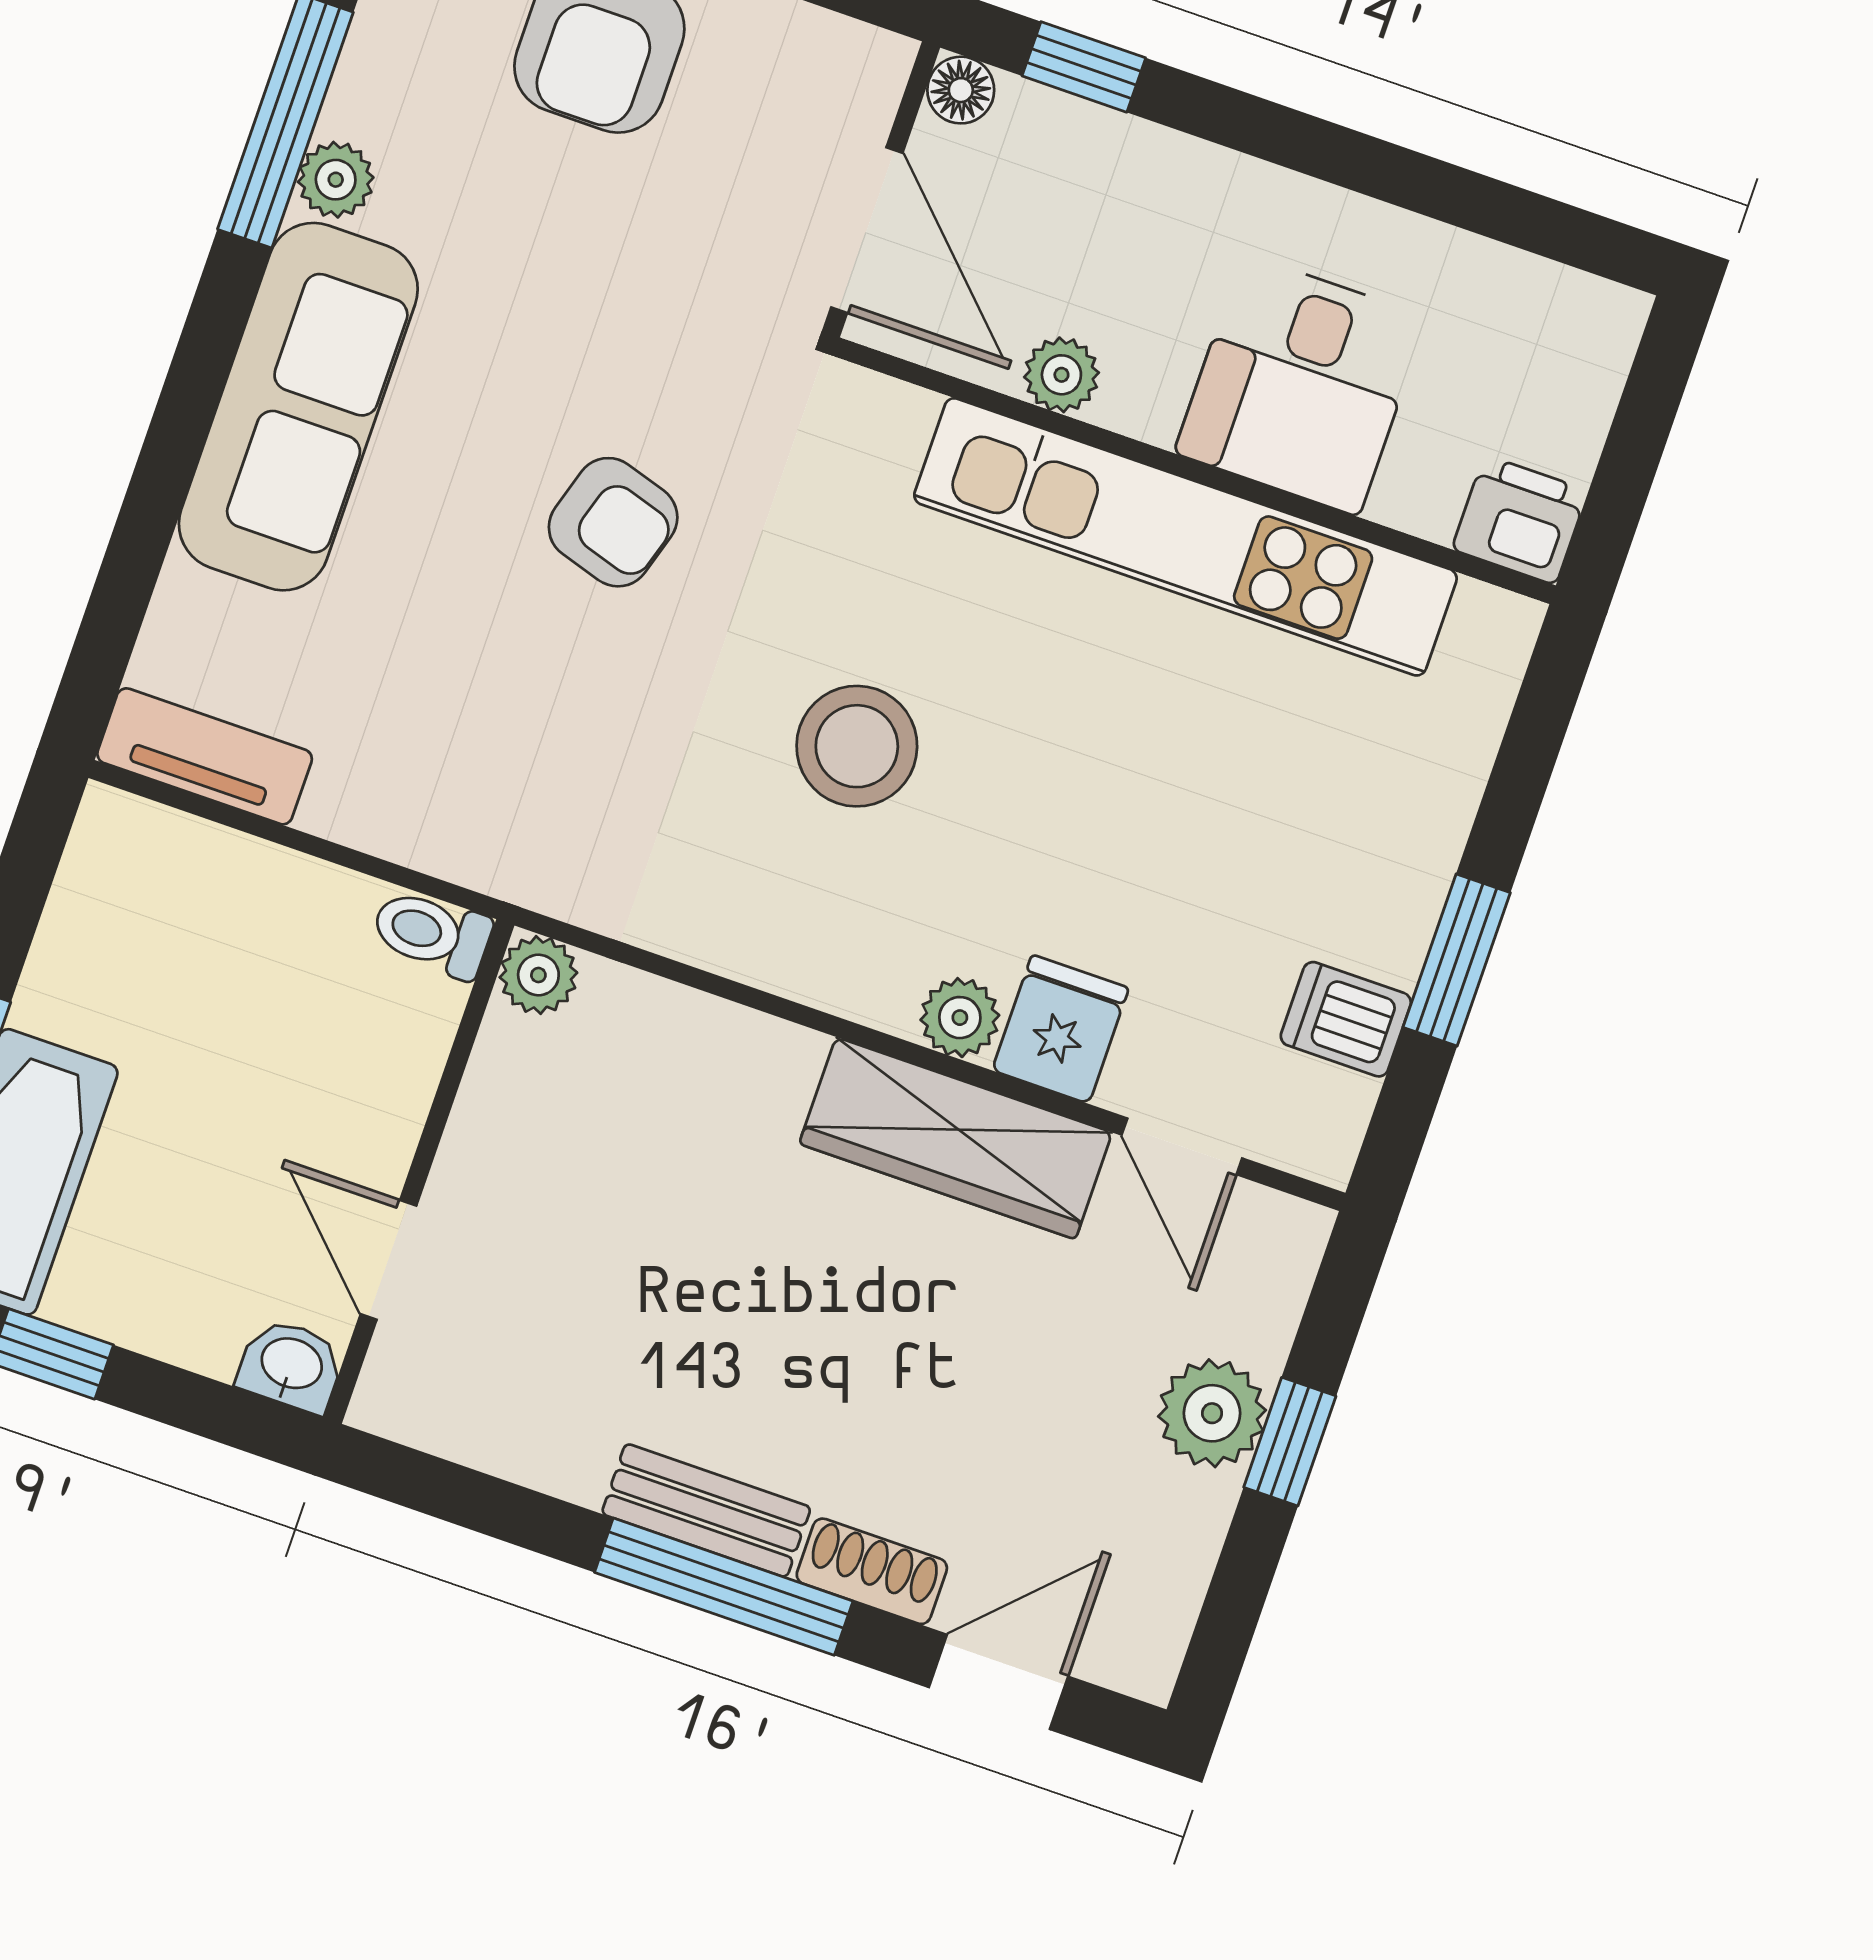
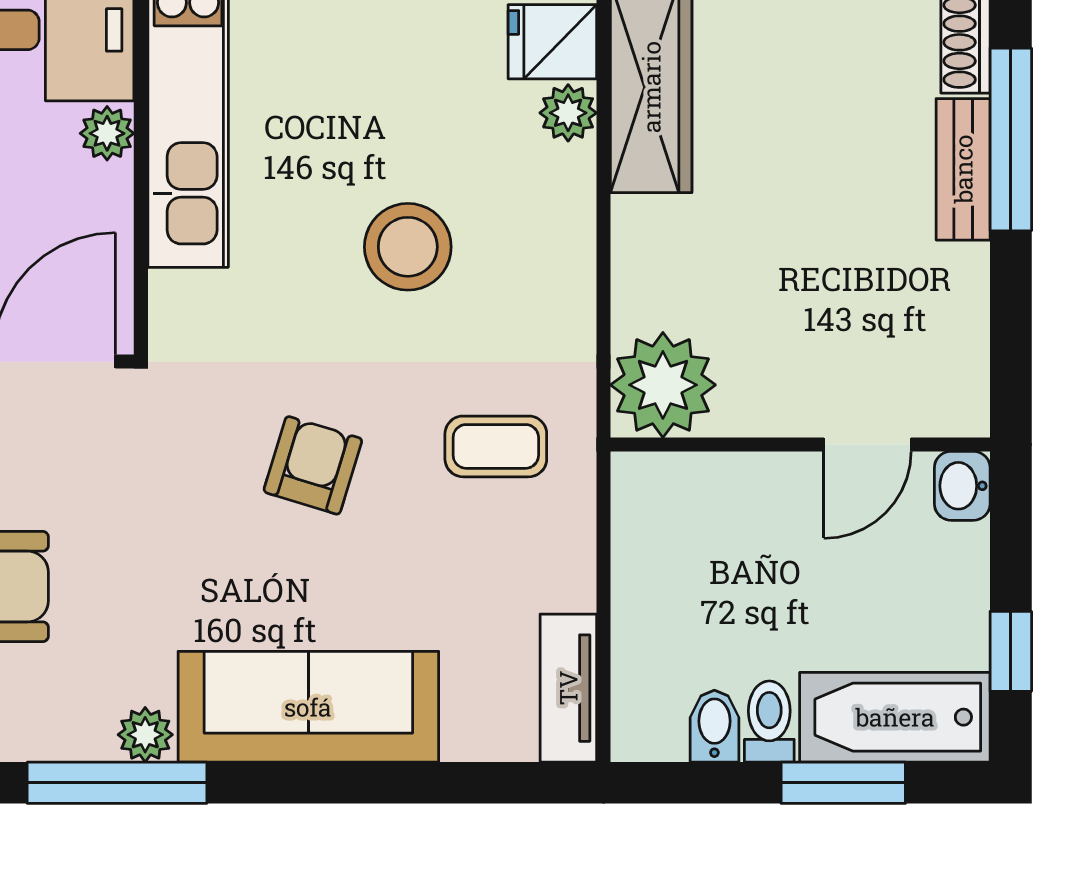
plant: (1061, 375) -> (107, 133), moved
coffee table: (555, 771) -> (496, 446), added
bidet: (88, 931) -> (714, 726), added
toilet: (432, 933) -> (769, 721), moved, turned 180
plant: (538, 975) -> (663, 385), width x1.87, depth x1.87

